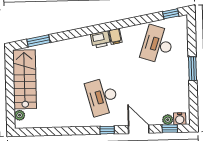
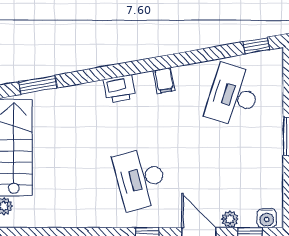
printer: (100, 40) -> (119, 89), moved
plant: (168, 120) -> (230, 219), moved

